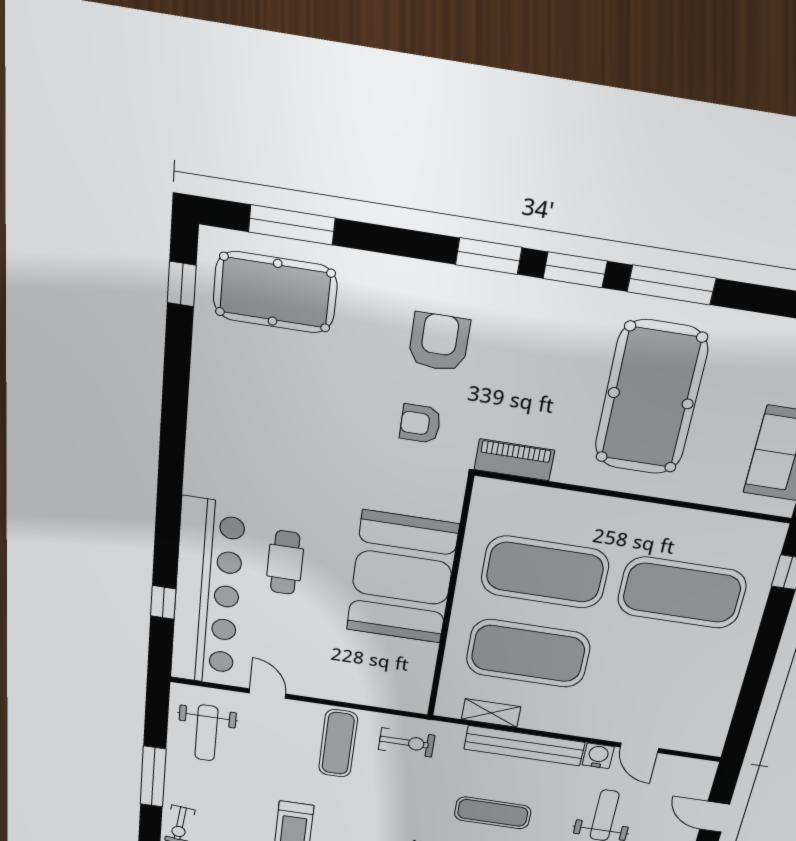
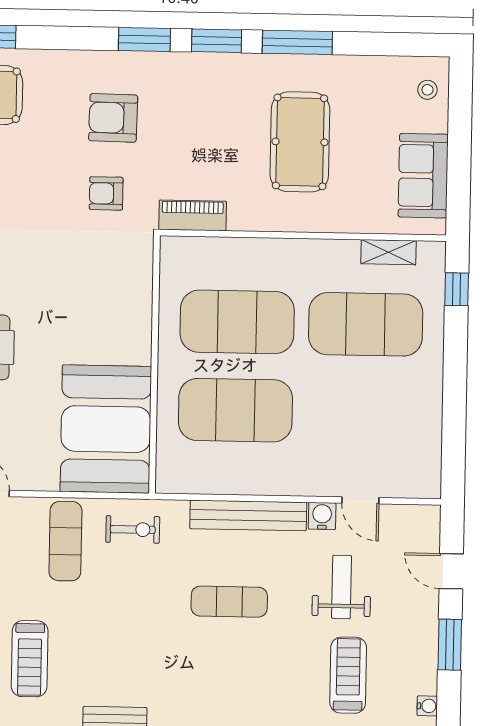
armchair: (439, 342) -> (113, 118), turned -89
pool table: (651, 398) -> (300, 142), width x0.73, depth x0.76
booth: (402, 578) -> (106, 429), moved
shelving: (491, 713) -> (389, 252), moved

